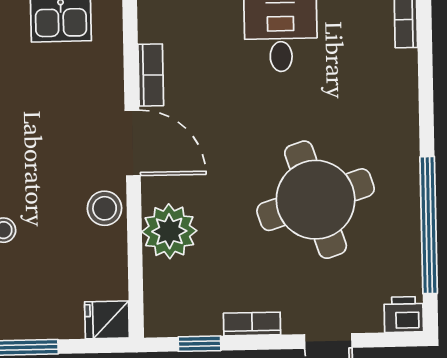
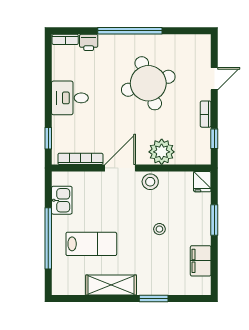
bookcase: (151, 75) -> (80, 159), width x1.56
window: (429, 225) -> (130, 31), moved
printer: (404, 314) -> (89, 42), moved, turned -90

